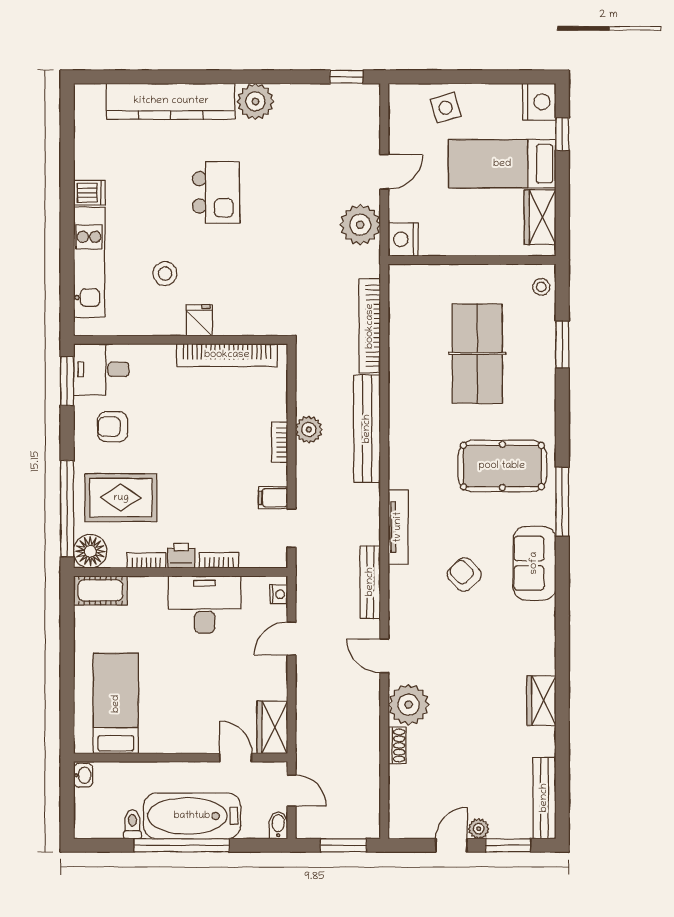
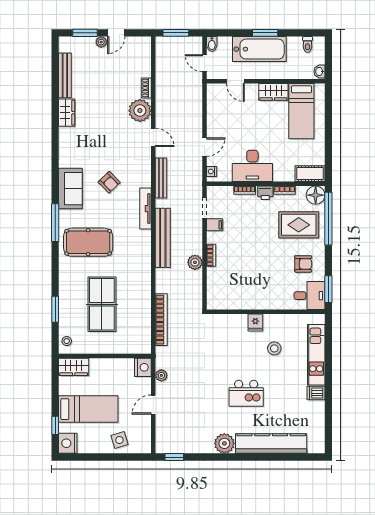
kitchen island: (216, 192) -> (246, 393), turned -90
wardrobe: (540, 217) -> (74, 367), moved, turned 90
plant: (360, 225) -> (161, 375), width x0.53, depth x0.53
bookcase: (227, 355) -> (240, 303), removed
bench: (367, 429) -> (163, 238), moved
wardrobe: (272, 727) -> (273, 92), moved, turned 90
bench: (544, 798) -> (65, 75), moved
toilet: (132, 824) -> (308, 44), moved
window: (182, 845) -> (265, 33), width x0.47

